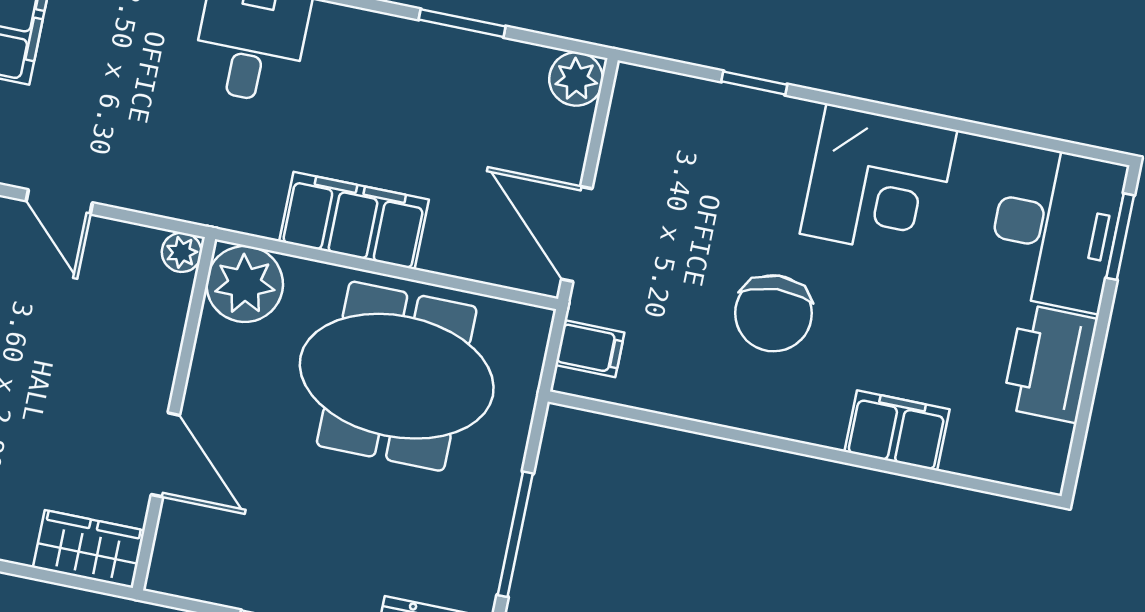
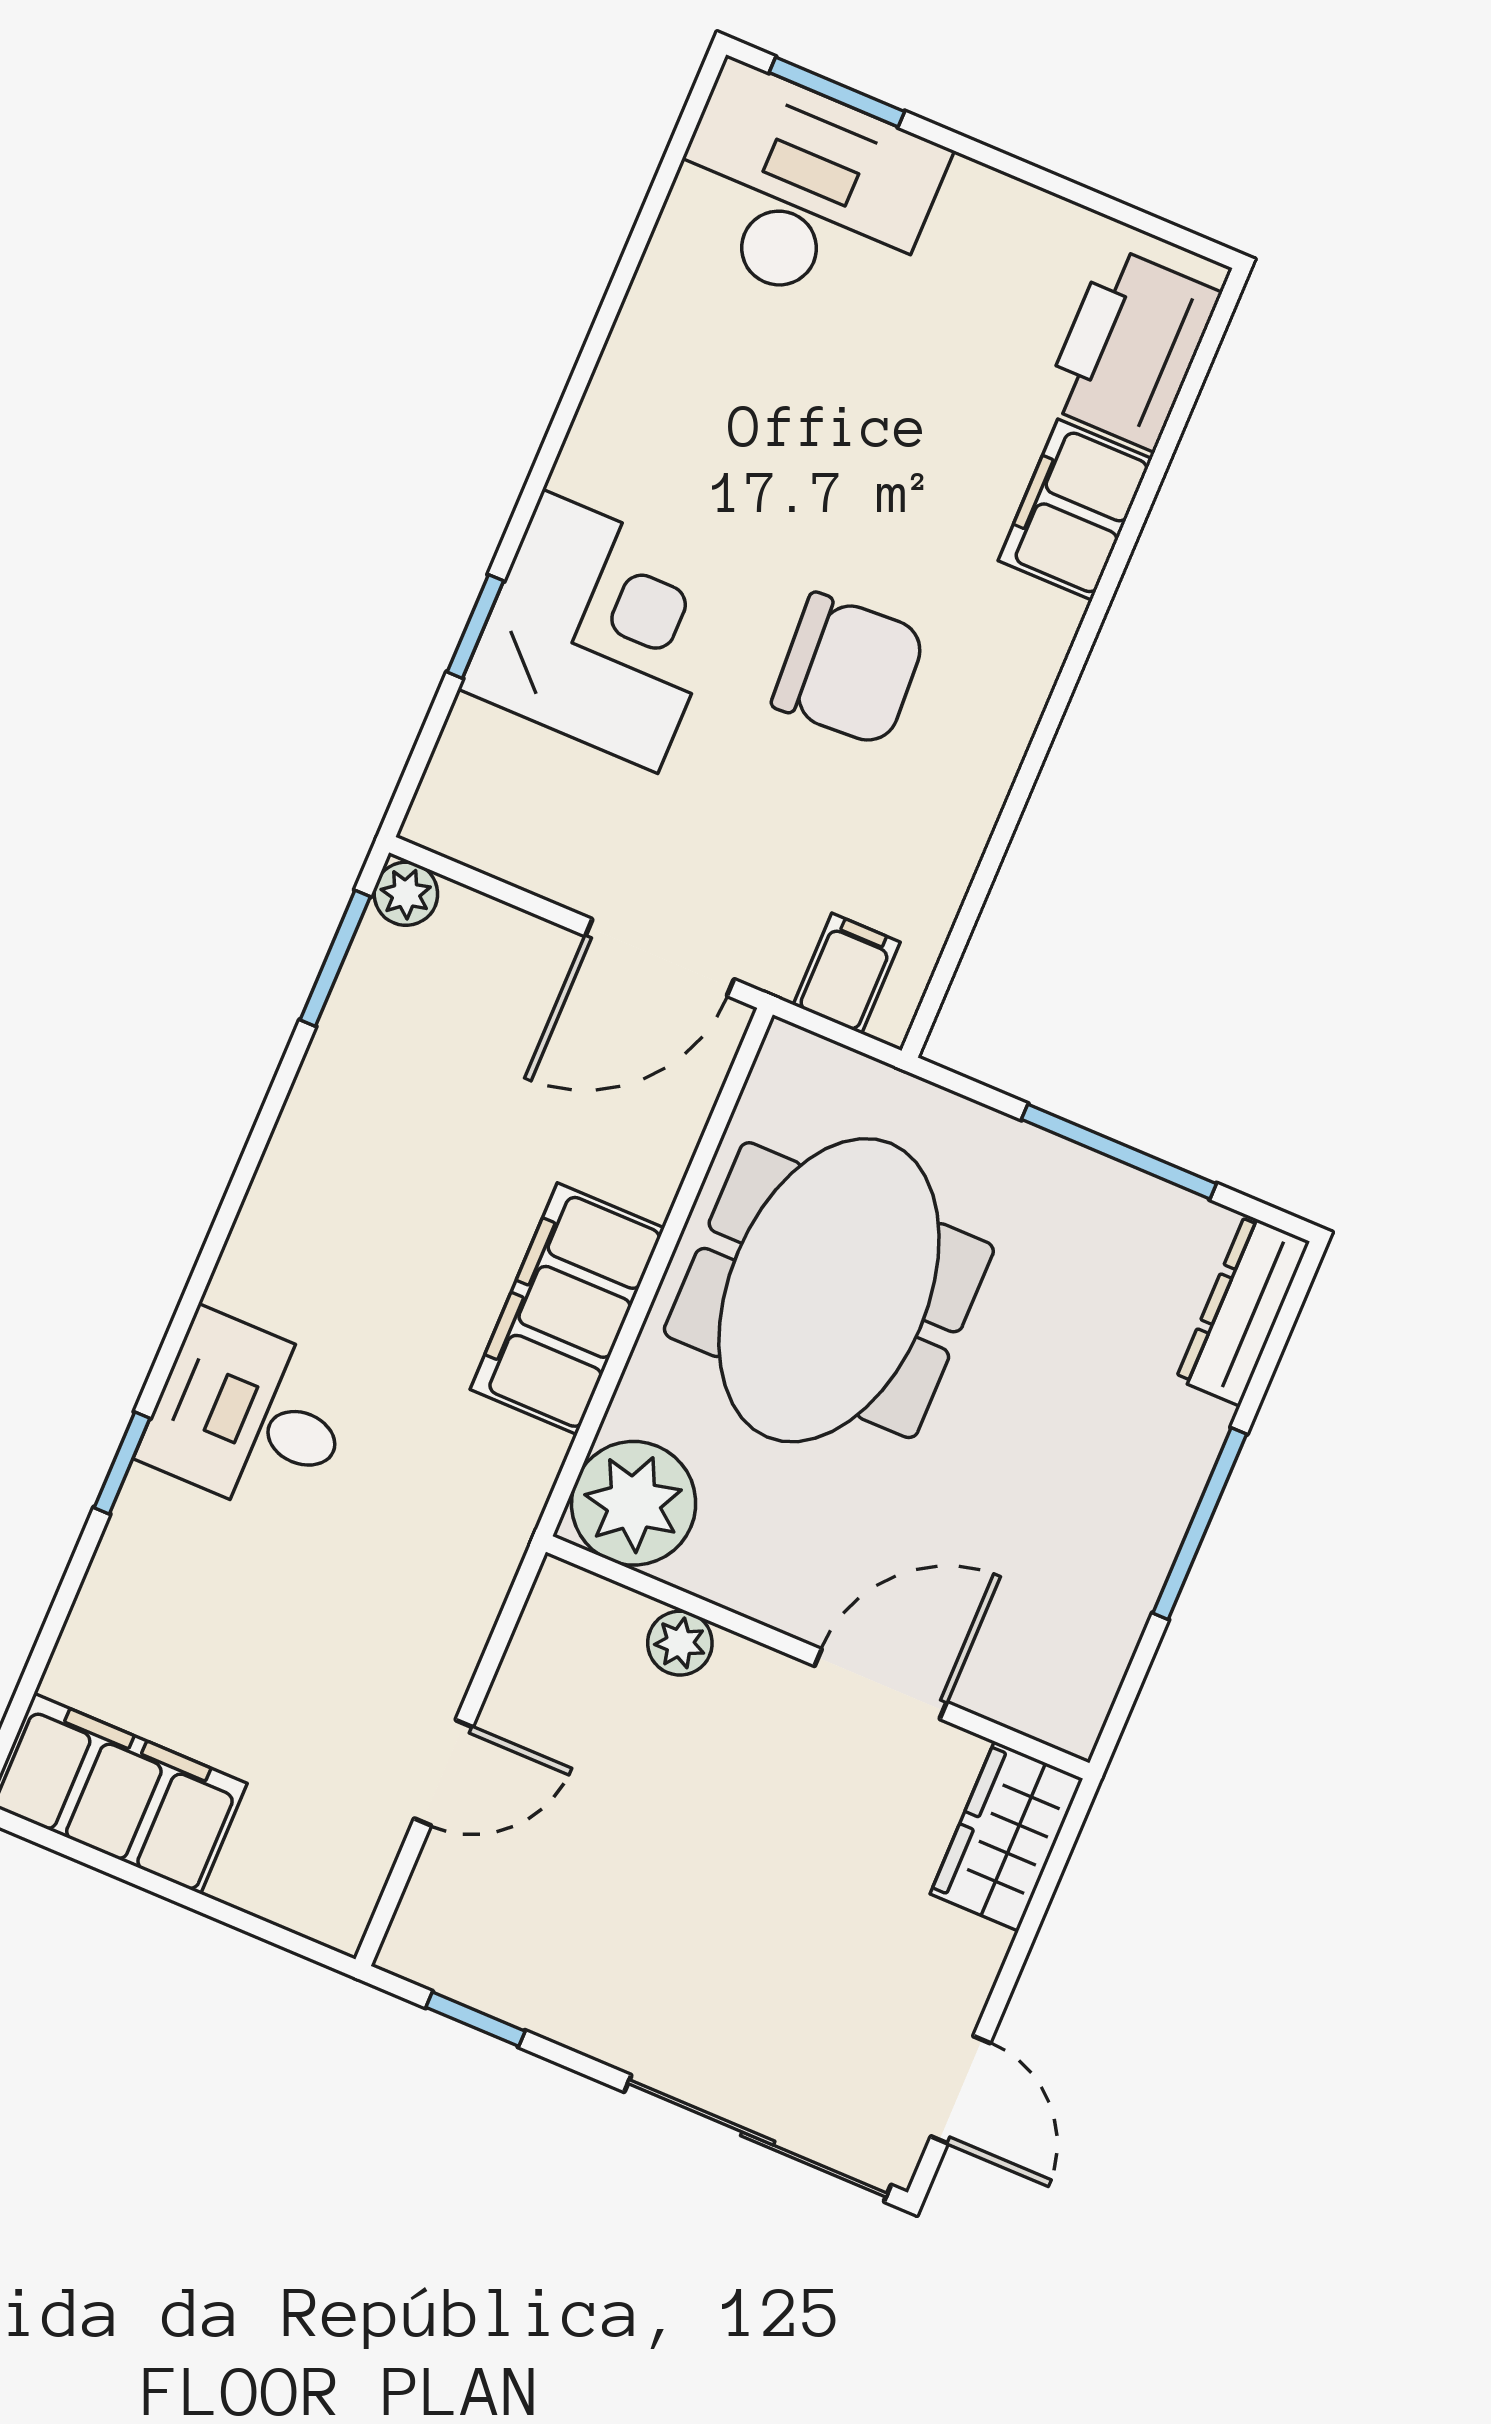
window: (462, 23) -> (335, 958), moved
plant: (576, 79) -> (406, 894), width x0.73, depth x0.73
corner desk: (879, 182) -> (600, 631), moved
plant: (182, 252) -> (680, 1643), moved
printer: (1050, 363) -> (1131, 348), moved, turned 90

